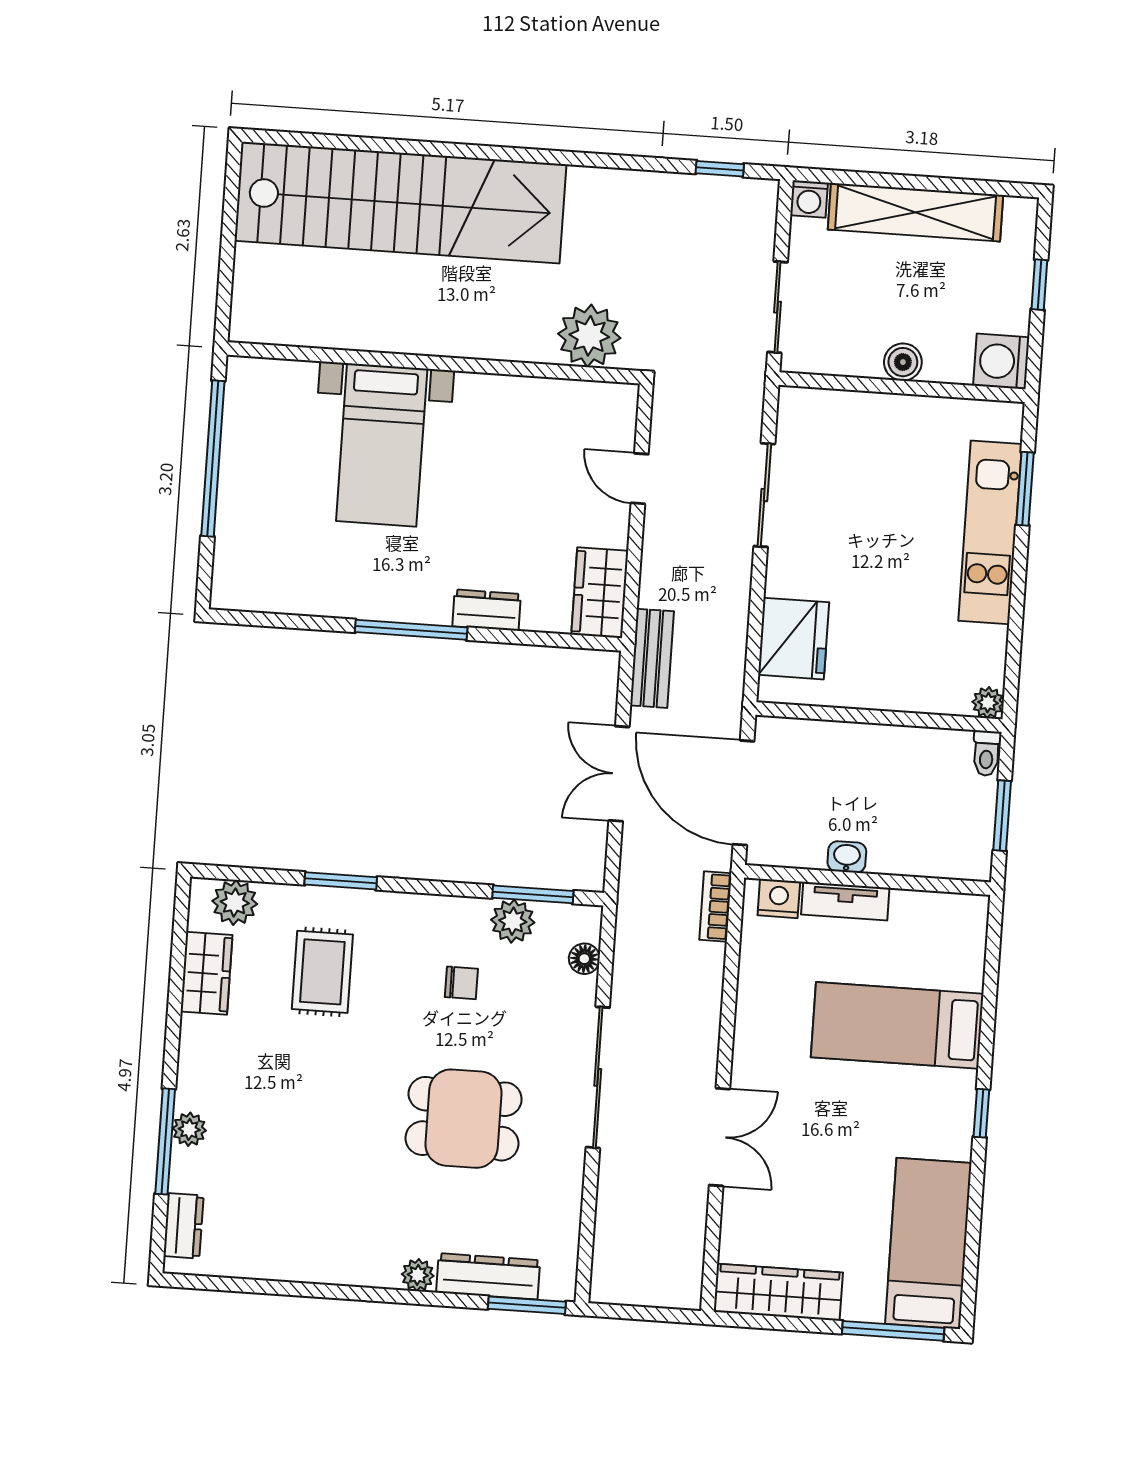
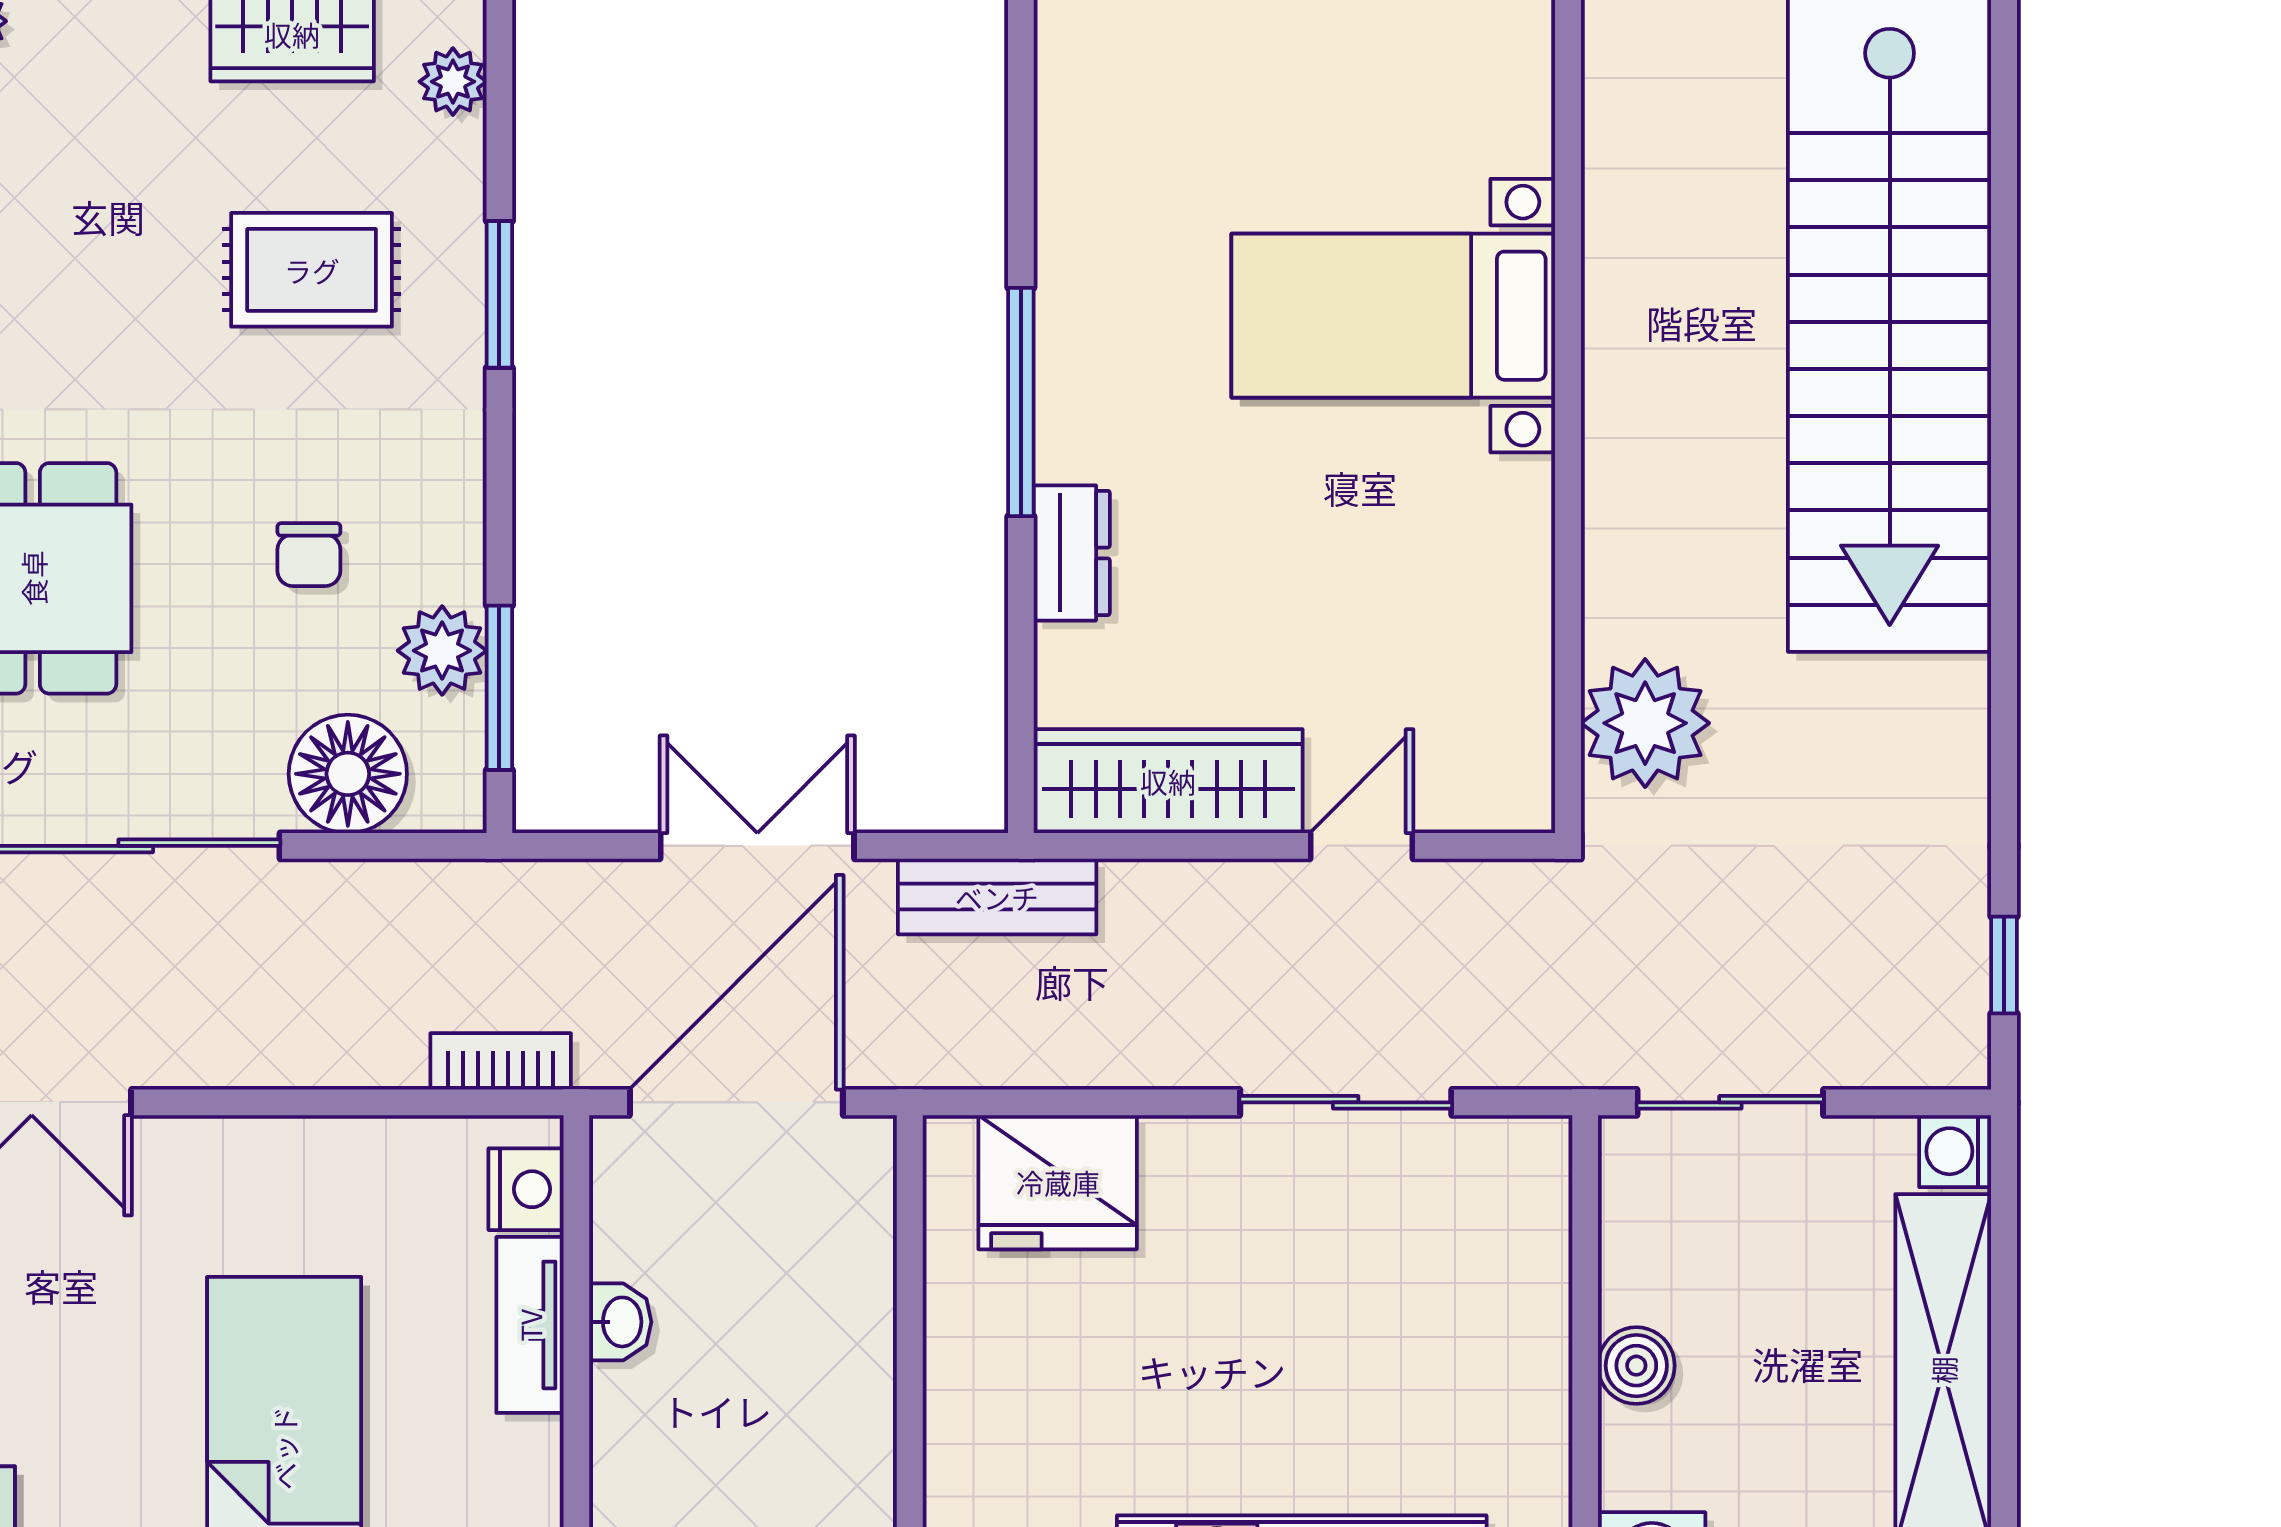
wardrobe: (600, 593) -> (1168, 781), width x1.50
plant: (235, 902) -> (453, 82), width x0.73, depth x0.73
floor lamp: (584, 959) -> (348, 774), width x1.89, depth x1.89

